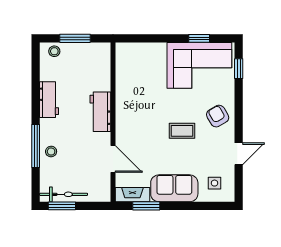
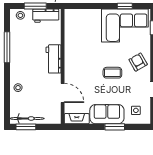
workbench: (49, 100) -> (46, 16), moved, turned 90
window: (36, 146) -> (7, 47), moved
window: (146, 206) -> (115, 127), moved

